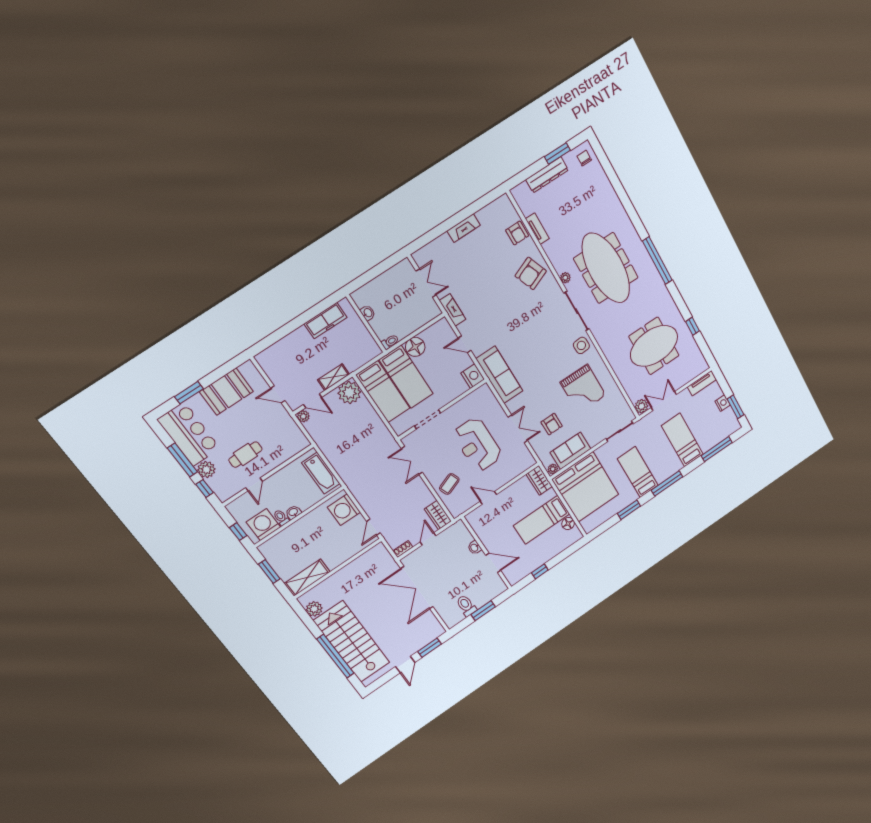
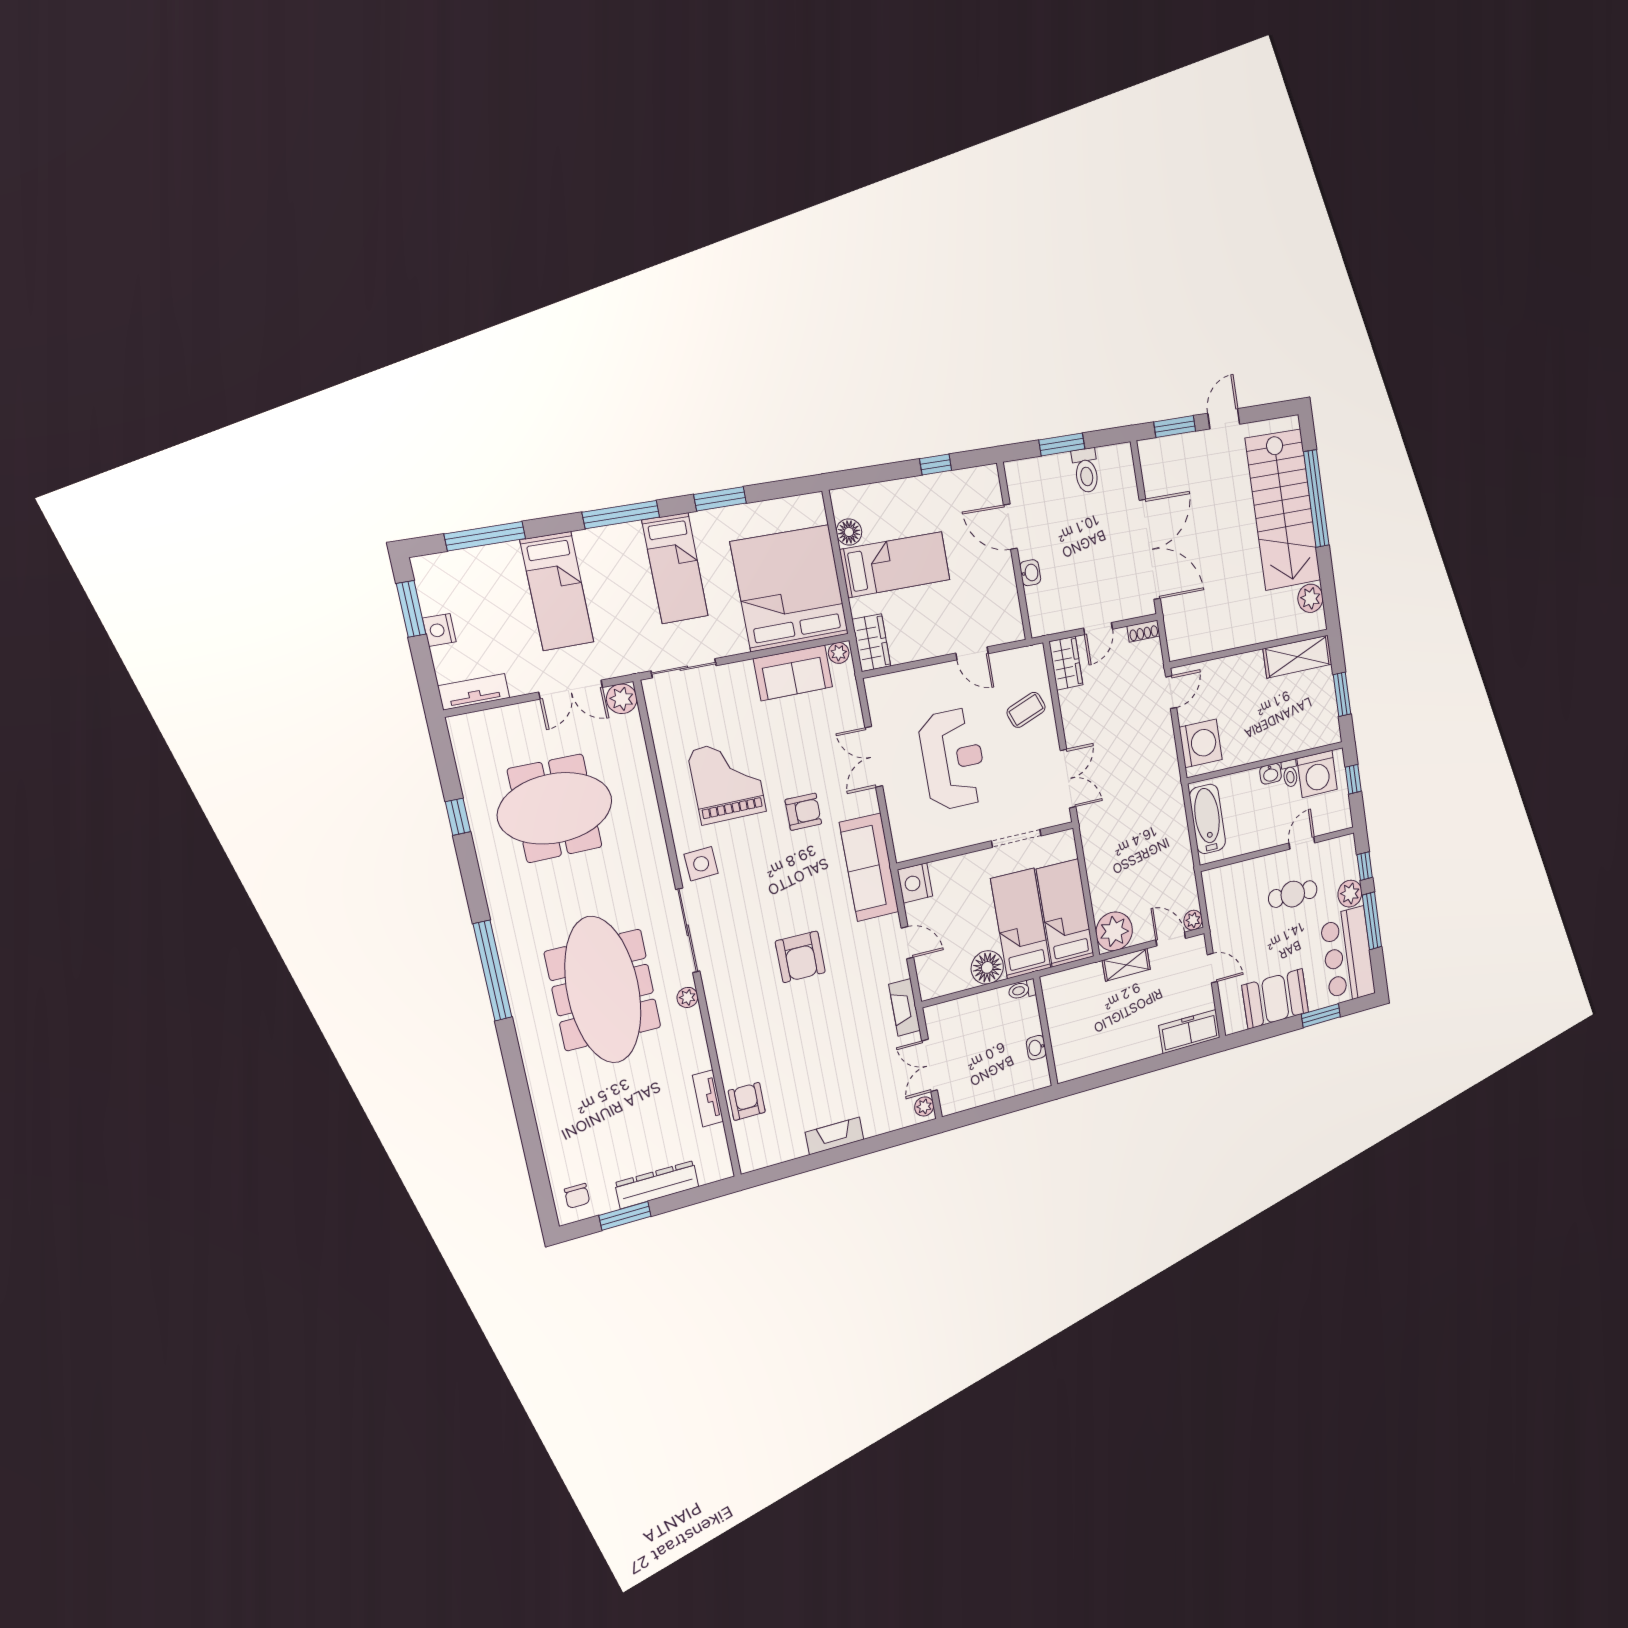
plant: (420, 259) -> (924, 1106), added
armchair: (531, 273) -> (800, 957), moved, turned 112
freezer: (326, 321) -> (1190, 1032), moved
armchair: (552, 424) -> (803, 812), moved, turned 90

